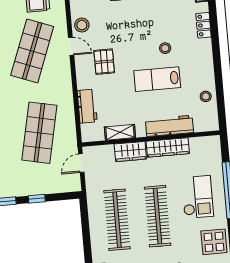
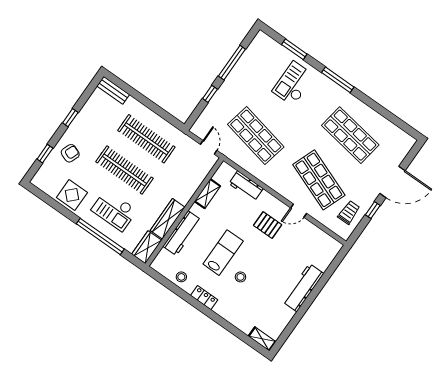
stool: (82, 25) -> (307, 231), removed
locker: (204, 25) -> (204, 298), moved
wardrobe: (130, 152) -> (147, 247), moved

